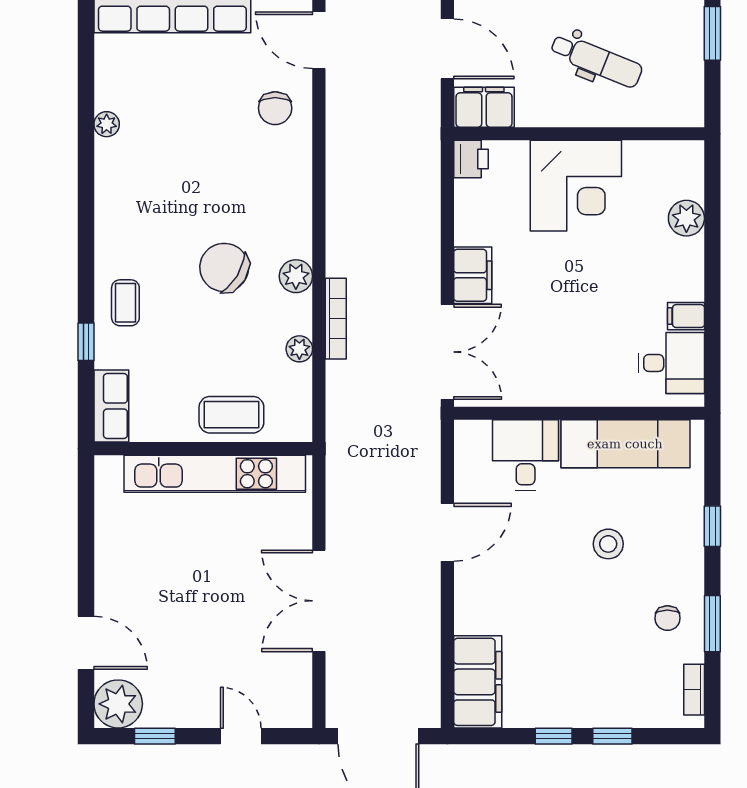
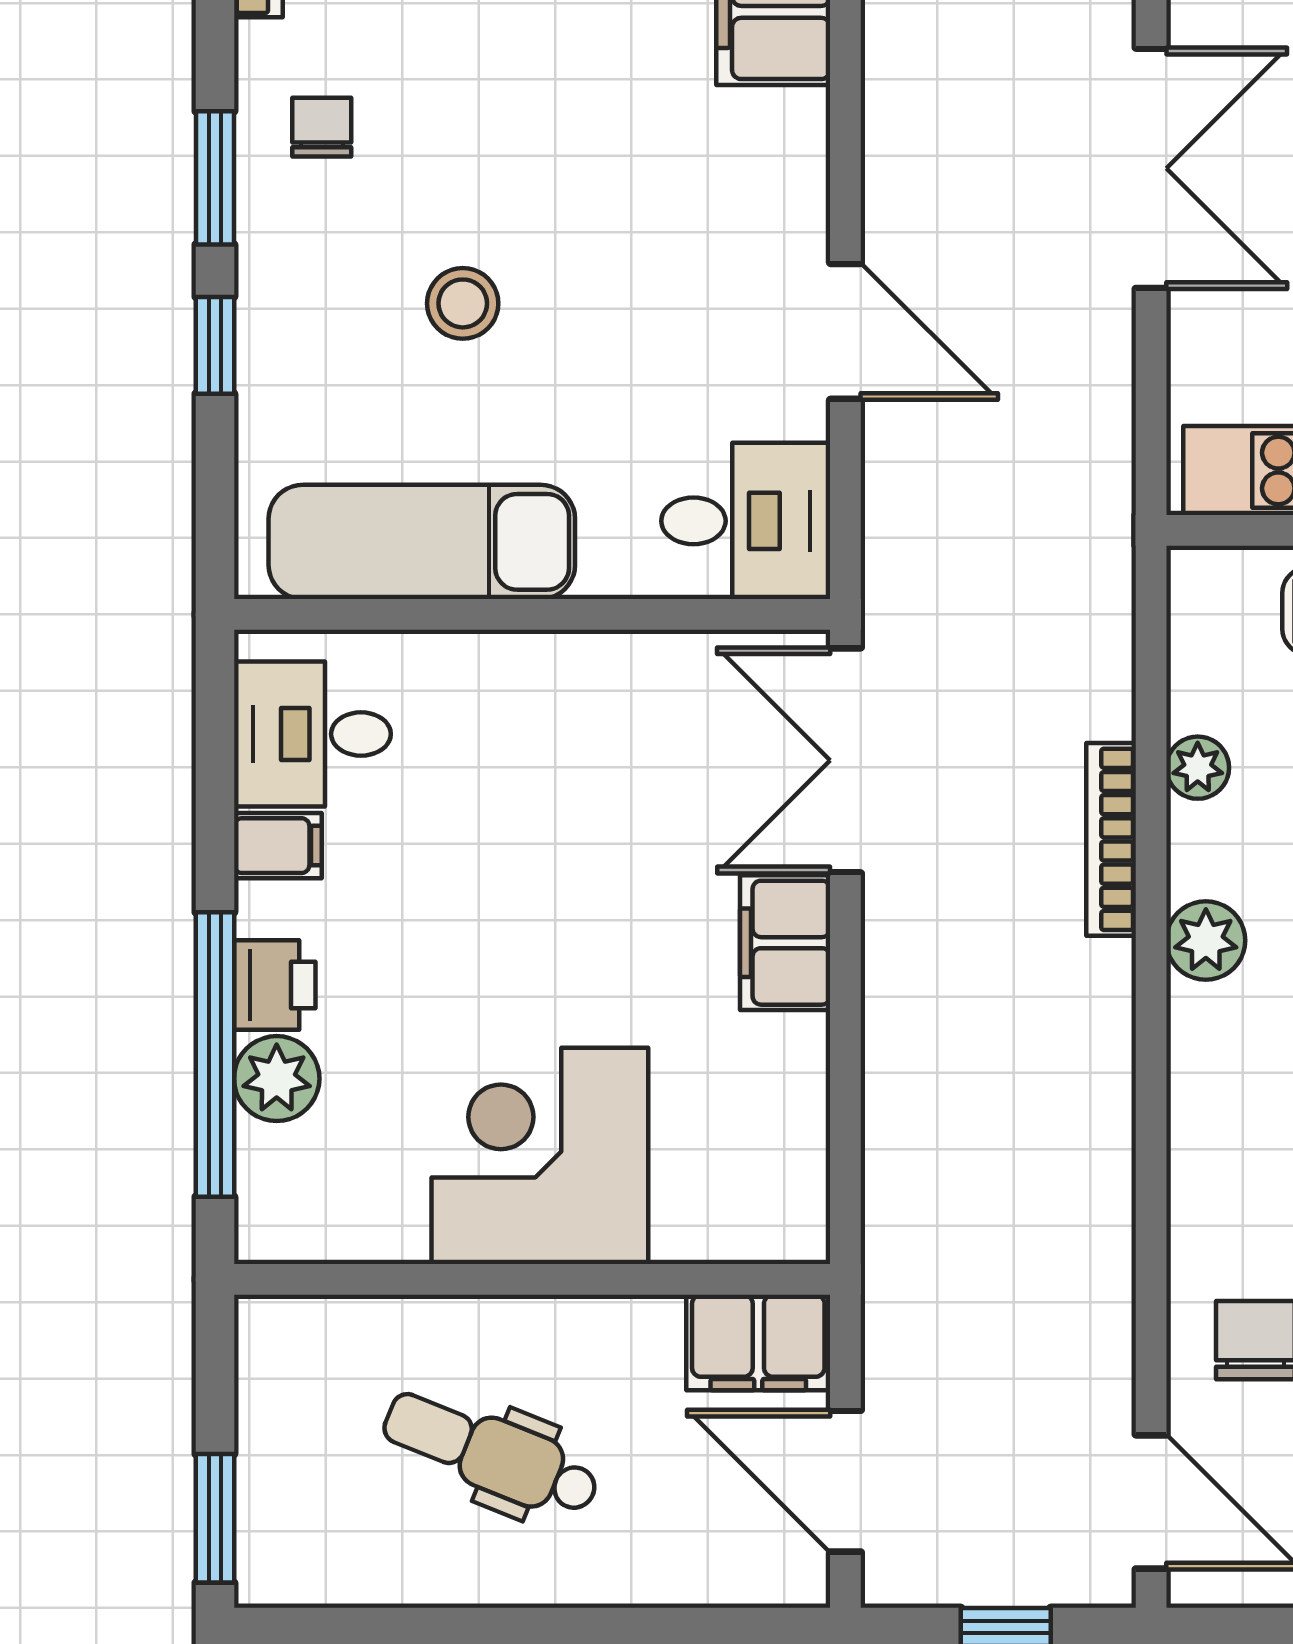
printer: (471, 159) -> (275, 985), moved, turned 180
window: (712, 228) -> (215, 1055), added
desk: (526, 455) -> (746, 521), moved, turned -90
door: (447, 532) -> (845, 331), swing flipped
window: (712, 624) -> (215, 178), moved

